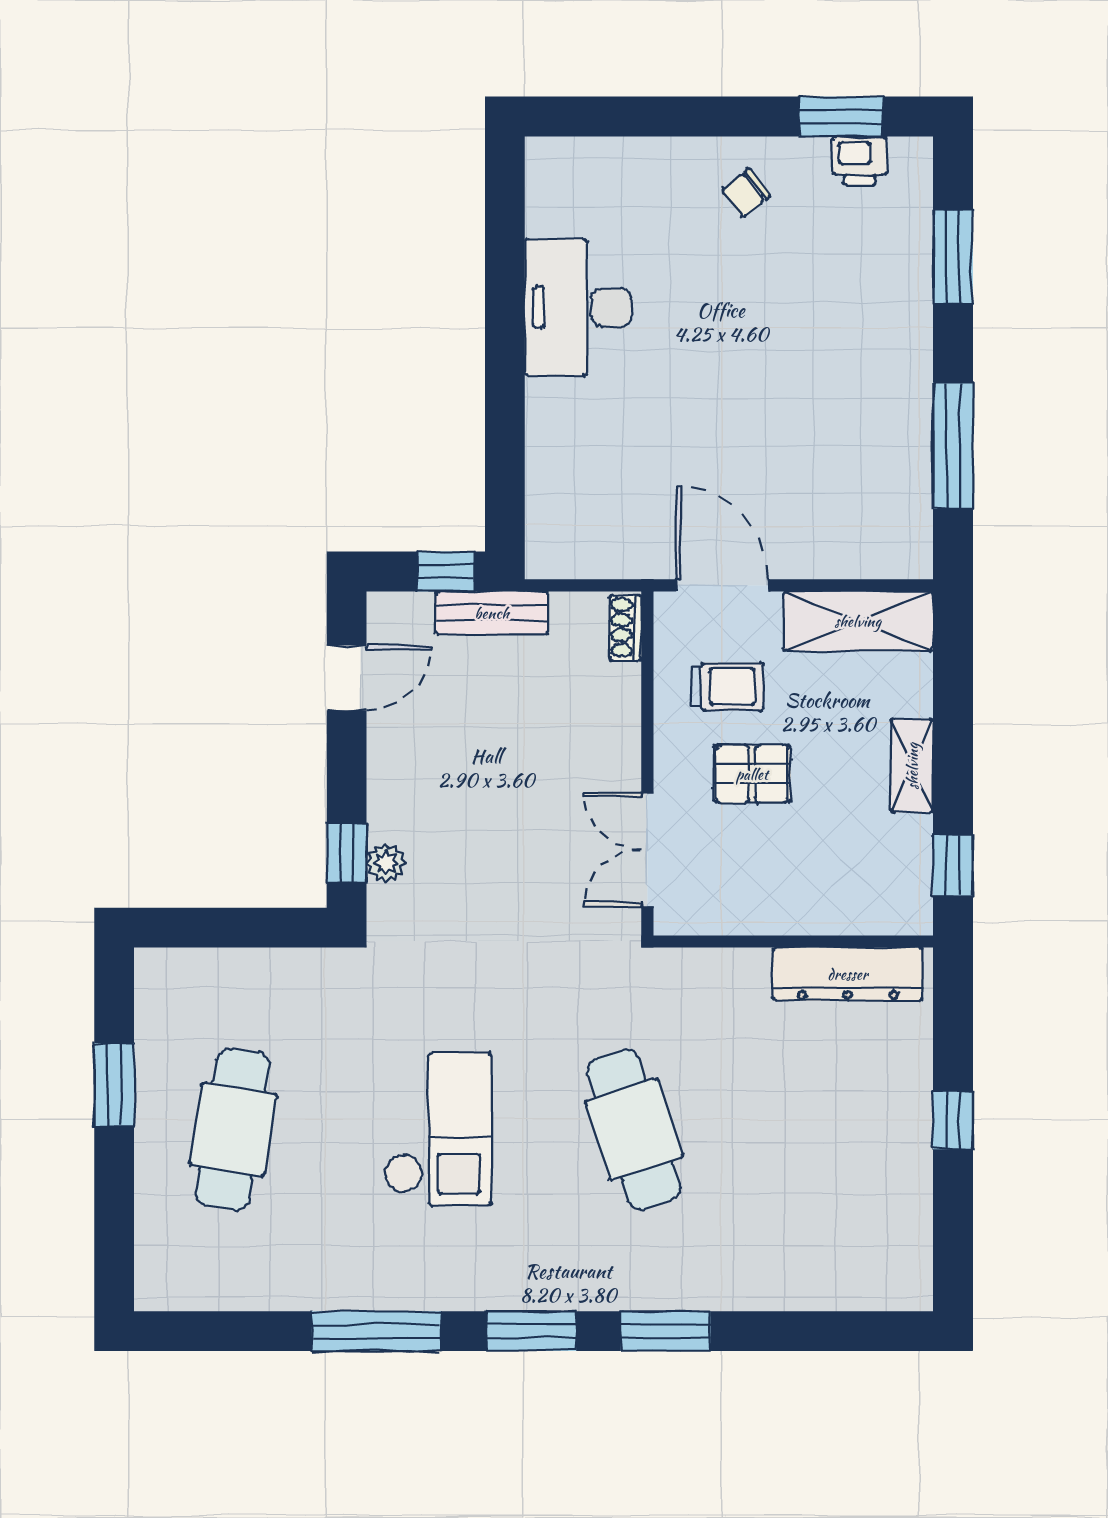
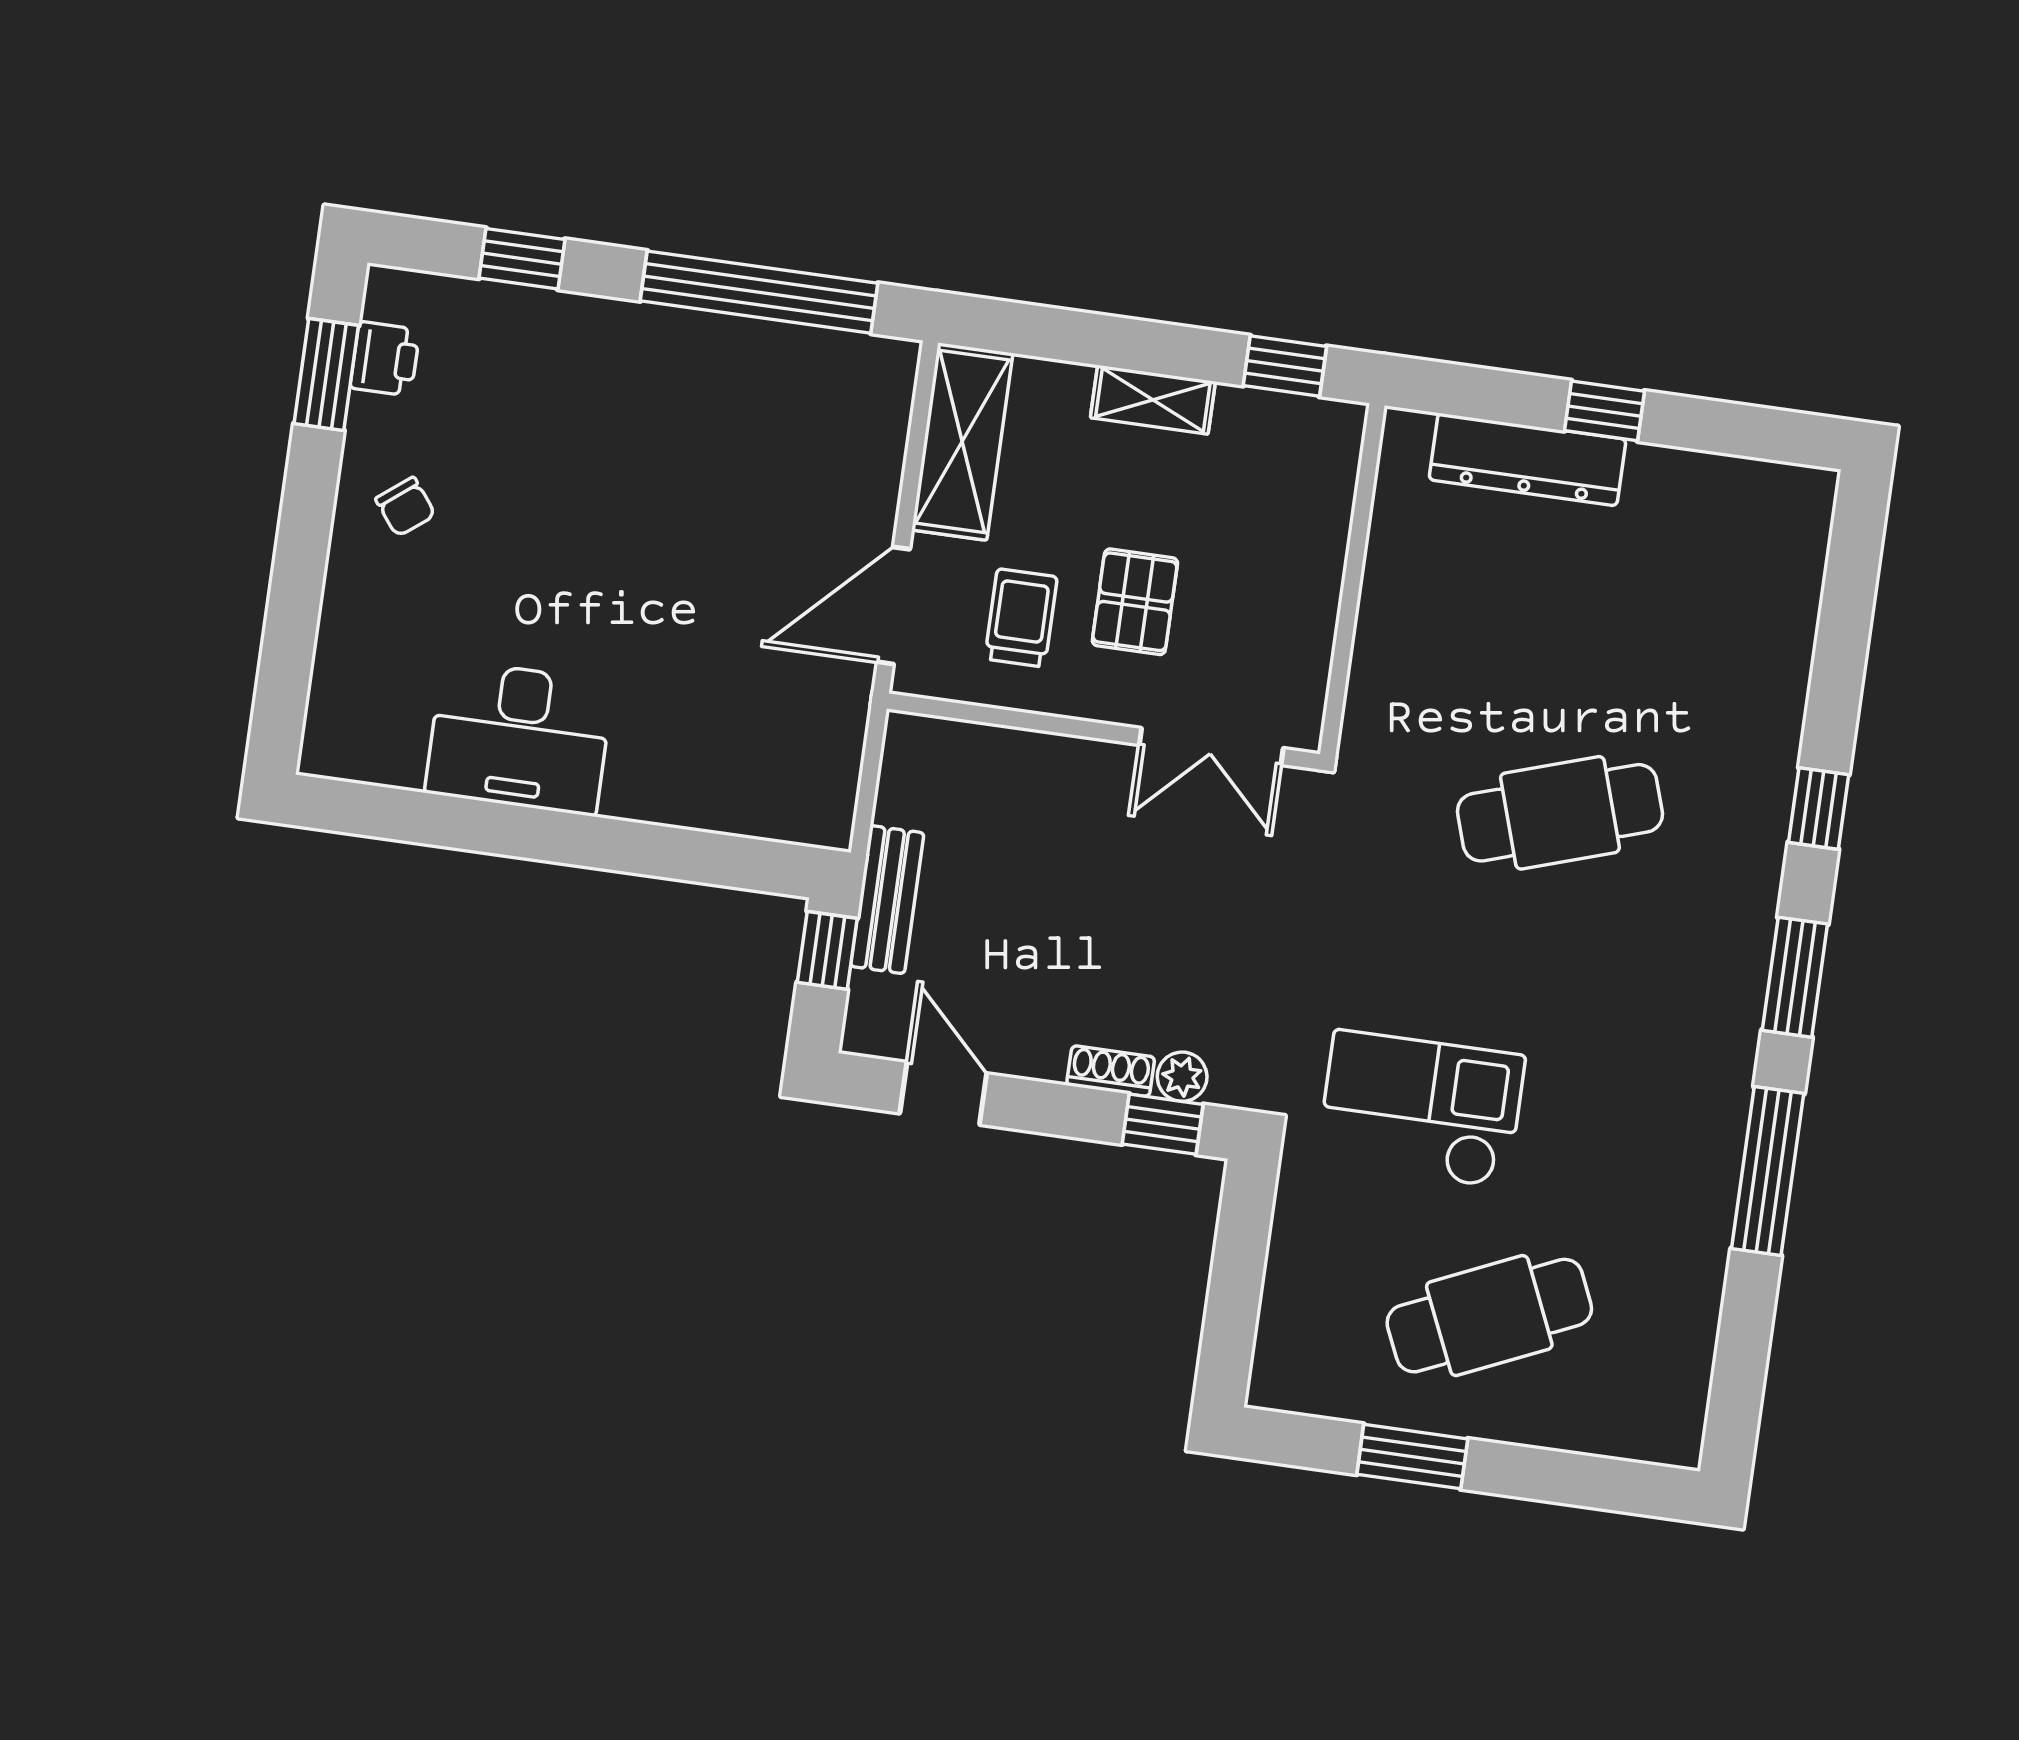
window: (953, 257) -> (522, 259), width x0.67
window: (953, 446) -> (759, 292), width x1.46
shoe rack: (625, 628) -> (1111, 1071), moved, turned 180
dresser: (848, 974) -> (1527, 460), moved, turned 90
cafe table: (233, 1129) -> (1489, 1316), turned -33
checkout: (438, 1129) -> (1421, 1109), moved
window: (666, 1331) -> (1819, 808), width x0.67

